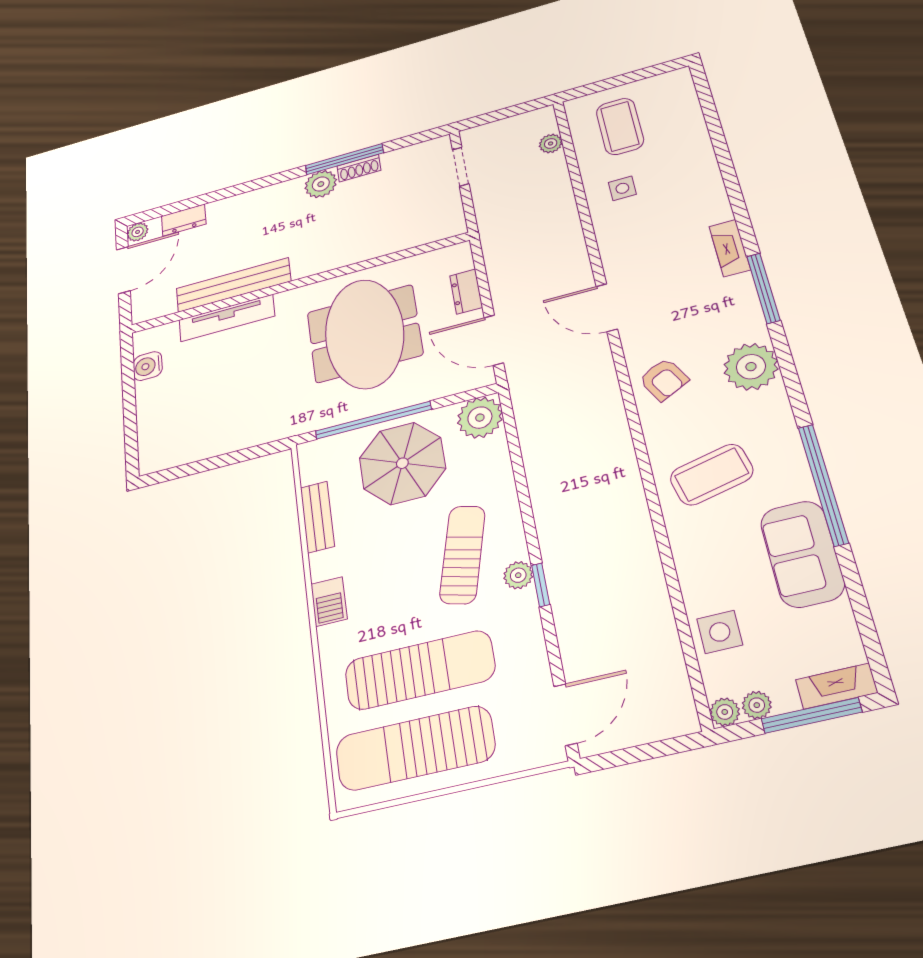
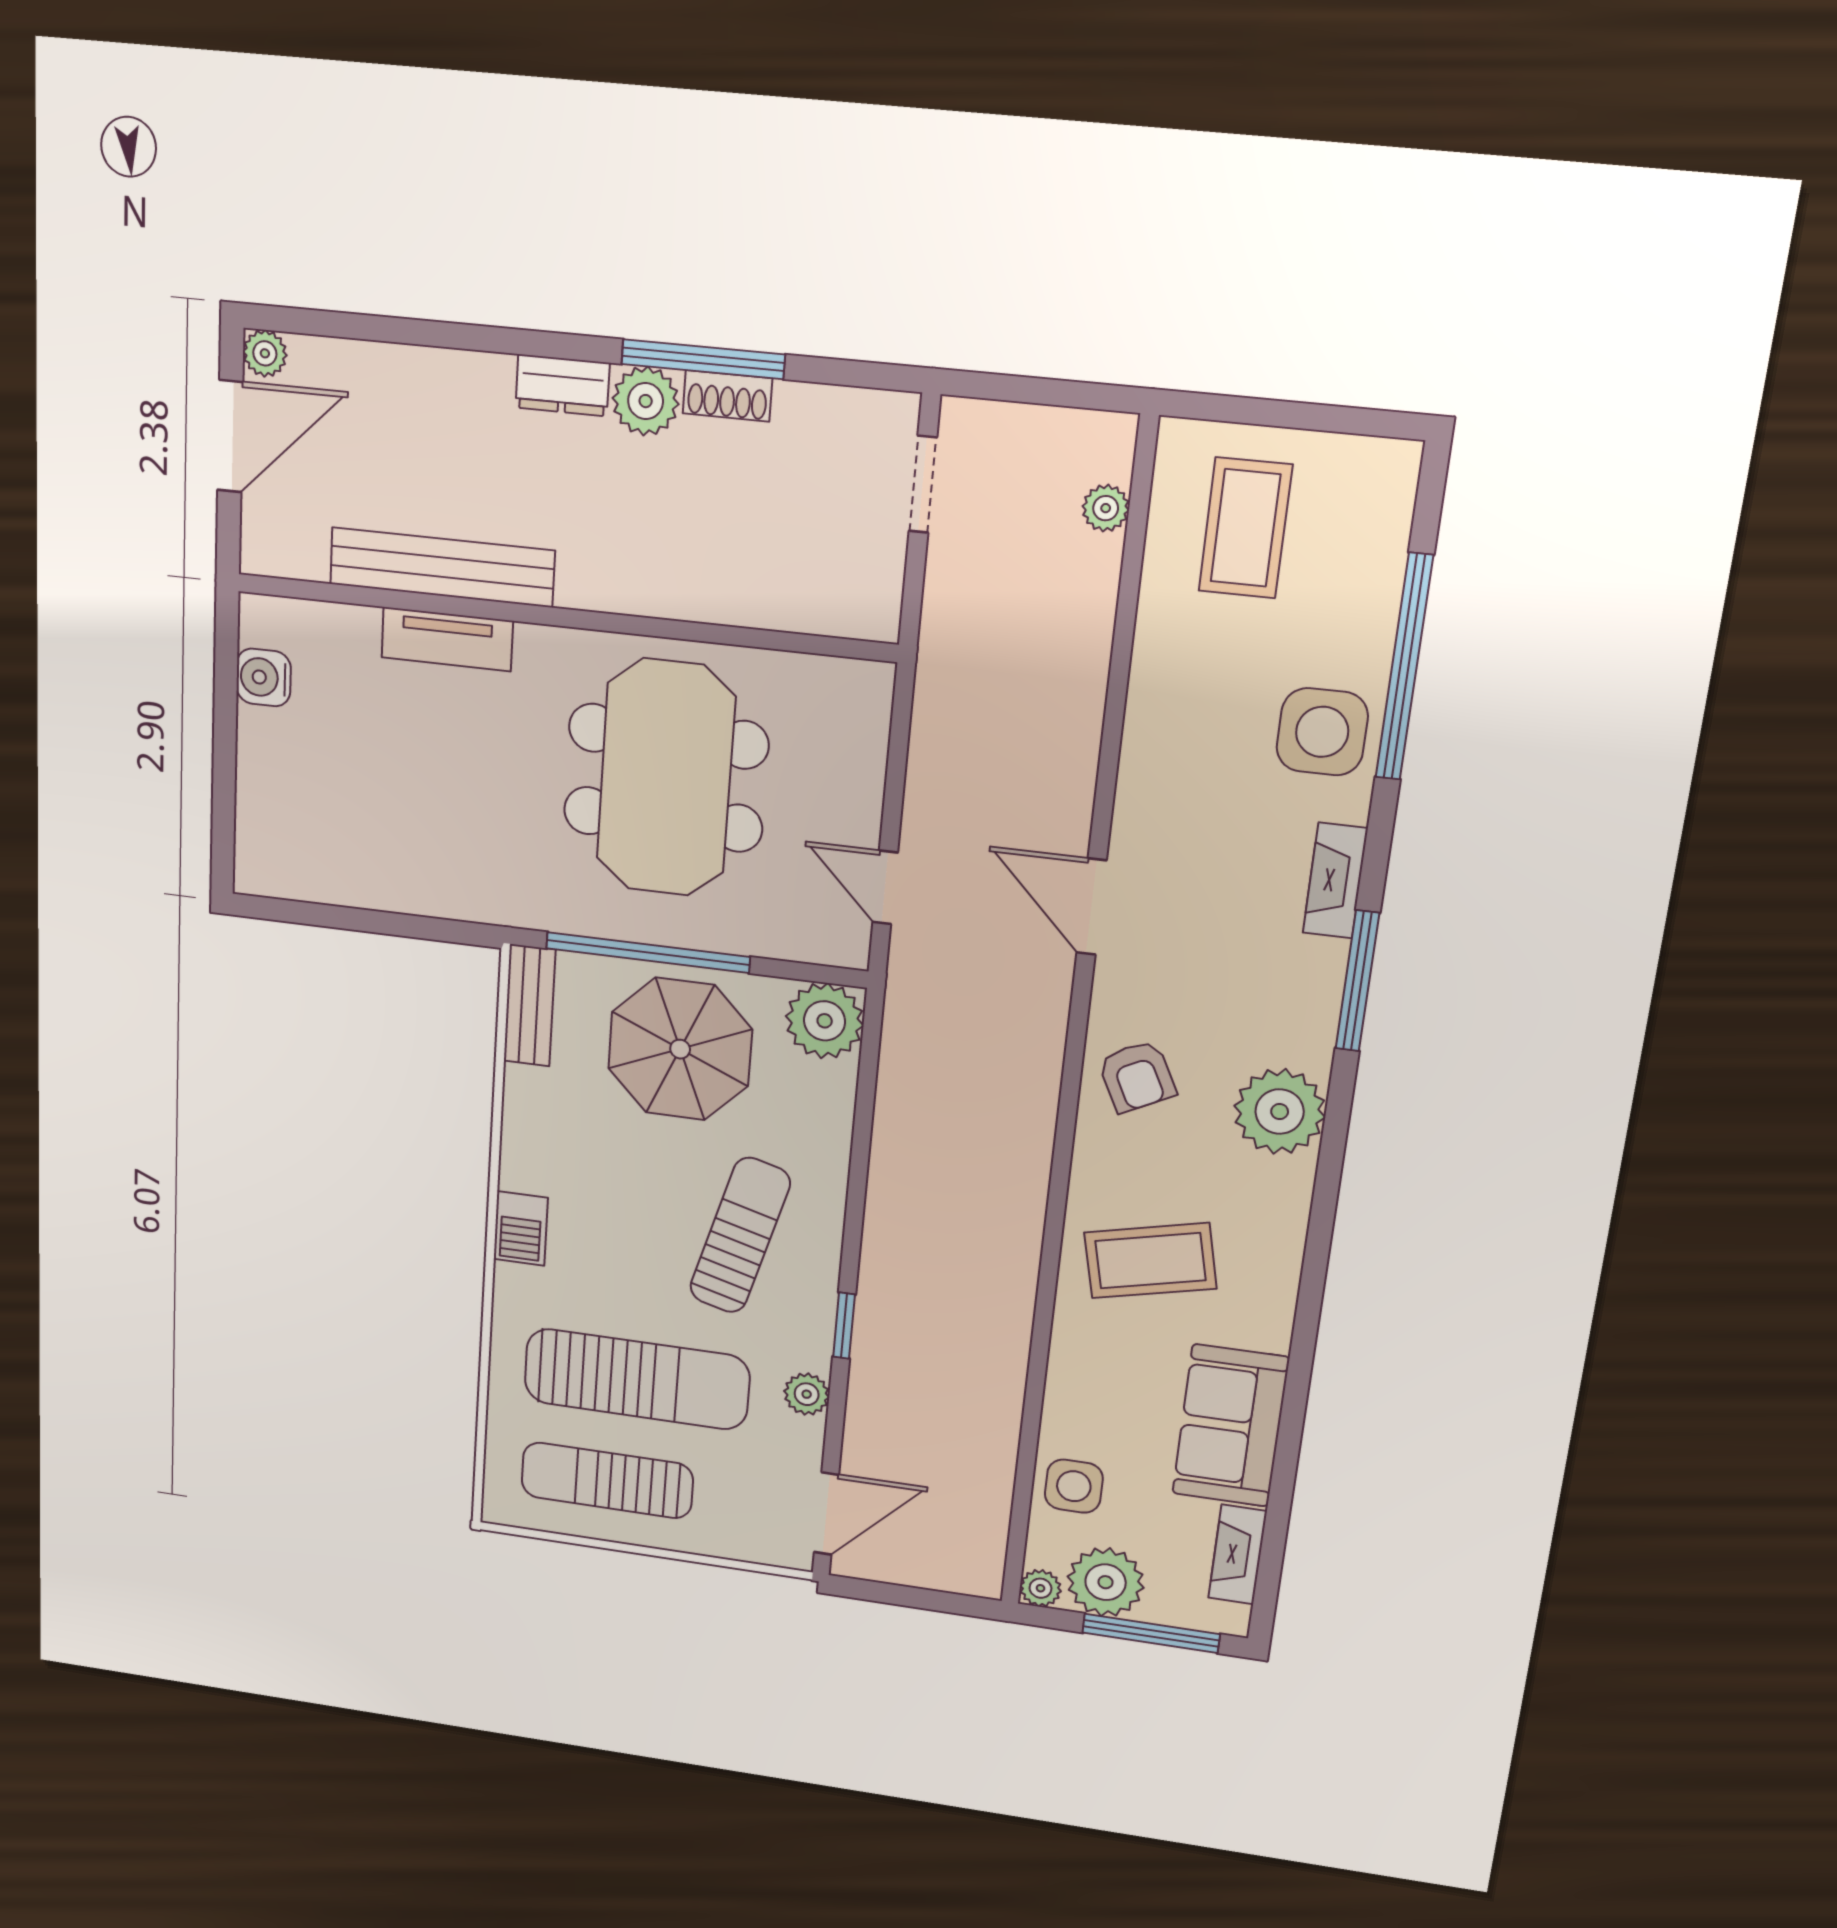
side table: (622, 188) -> (1322, 732), moved, width x1.87, depth x1.87
dresser: (184, 220) -> (563, 385), moved
dresser: (466, 291) -> (863, 769), removed
tv unit: (227, 318) -> (447, 639), width x0.71
door: (494, 340) -> (885, 887), width x0.73
window: (823, 484) -> (1404, 667), moved
bench: (317, 517) -> (530, 1005), moved
plant: (518, 575) -> (807, 1394), moved
fireplace: (837, 686) -> (1238, 1555), moved, turned -90
plant: (757, 705) -> (1106, 1582), width x1.88, depth x1.88
sun lounger: (415, 748) -> (607, 1480), width x0.73, depth x0.75

